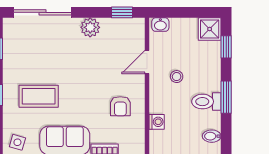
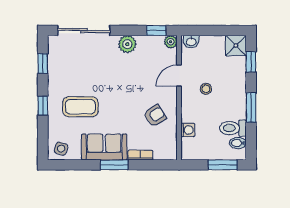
plant: (138, 25) -> (171, 42), added
toilet: (206, 102) -> (233, 128), moved
armchair: (120, 106) -> (155, 116), turned -123

